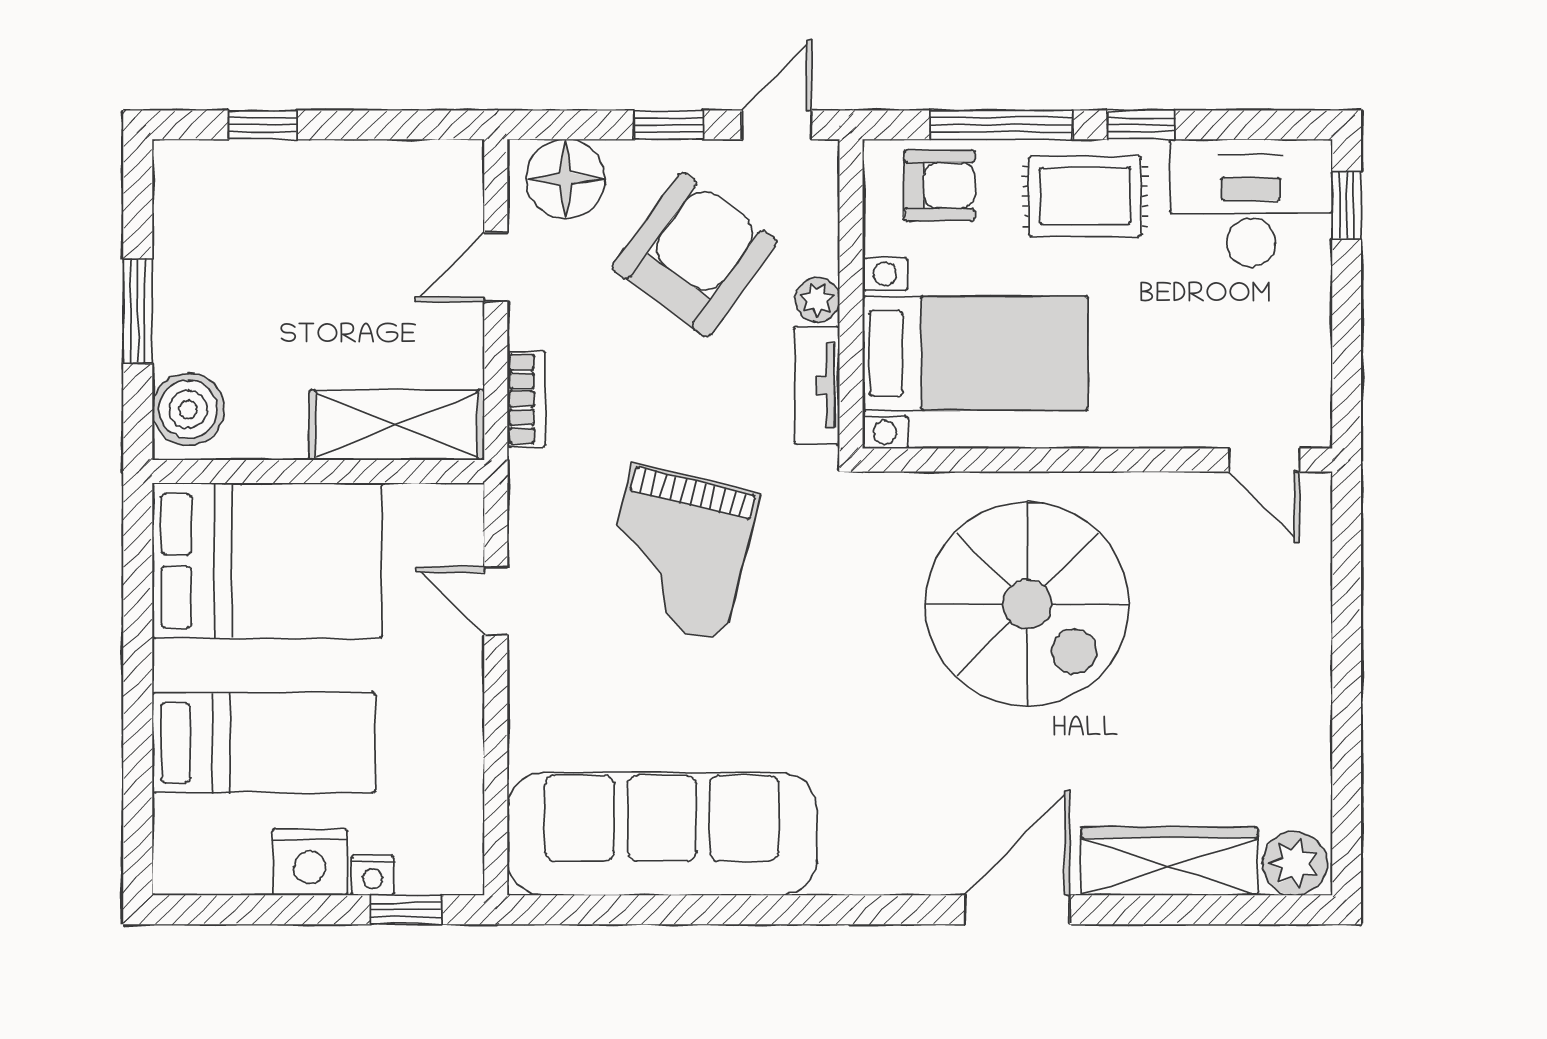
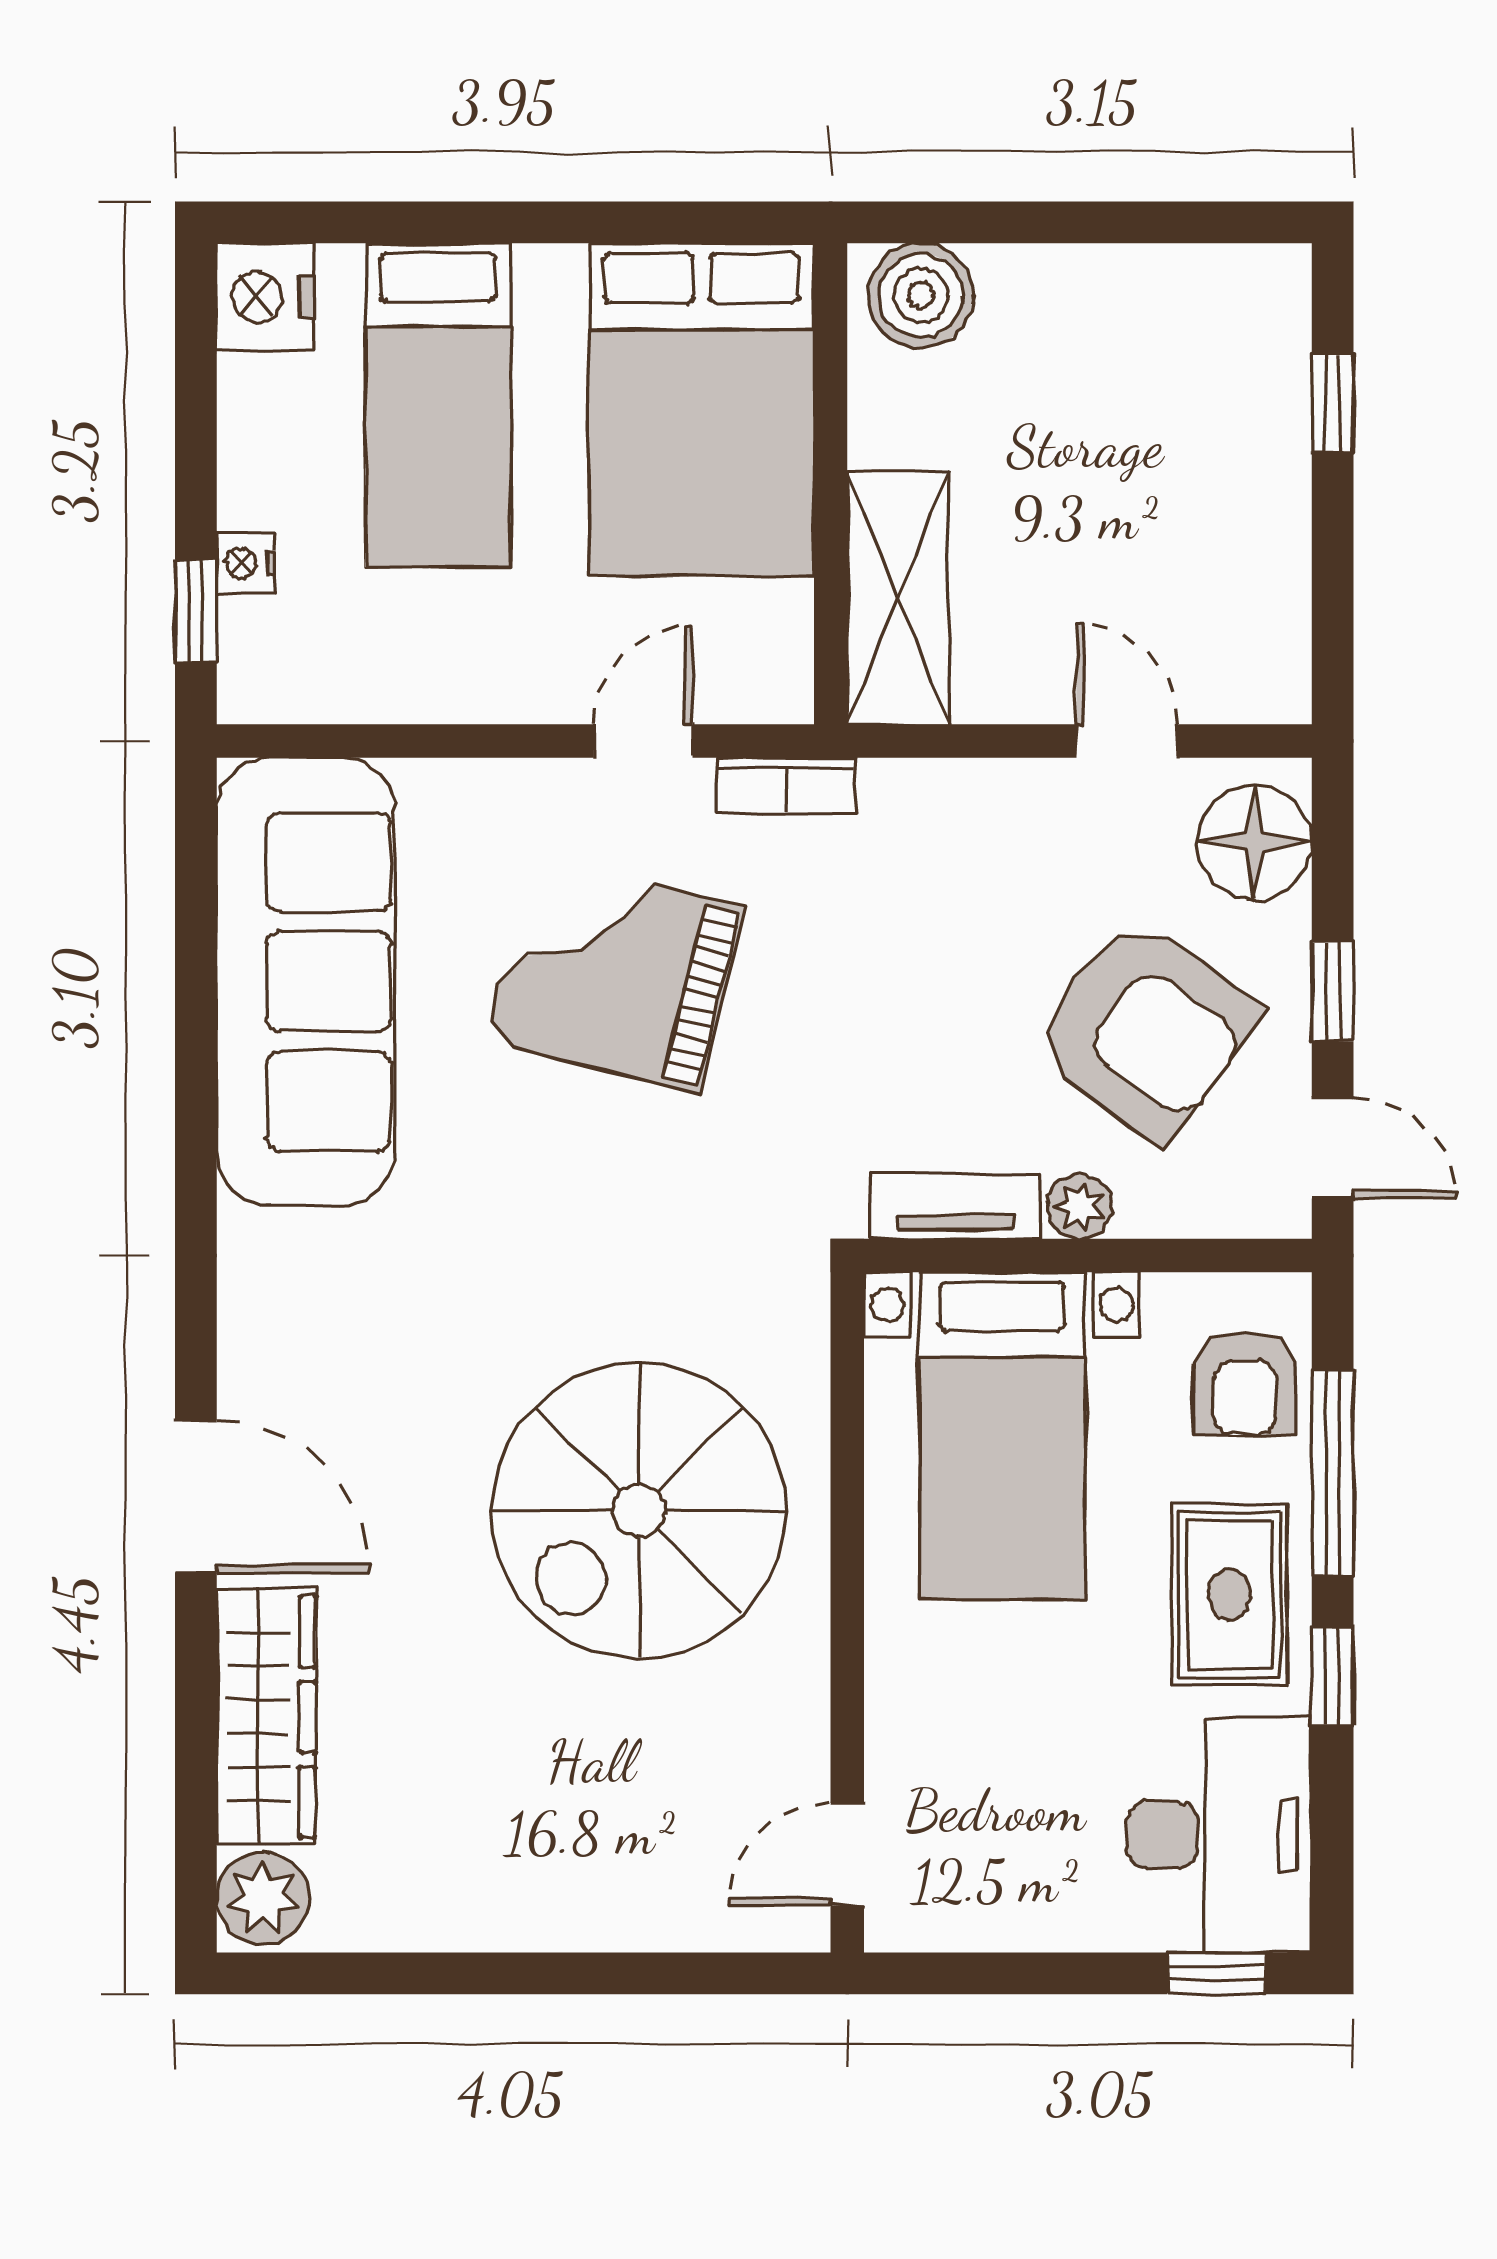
window: (138, 311) -> (1063, 222), removed
bookcase: (526, 399) -> (786, 785), moved
grand piano: (678, 553) -> (615, 973), moved
nightstand: (310, 862) -> (265, 297), moved

